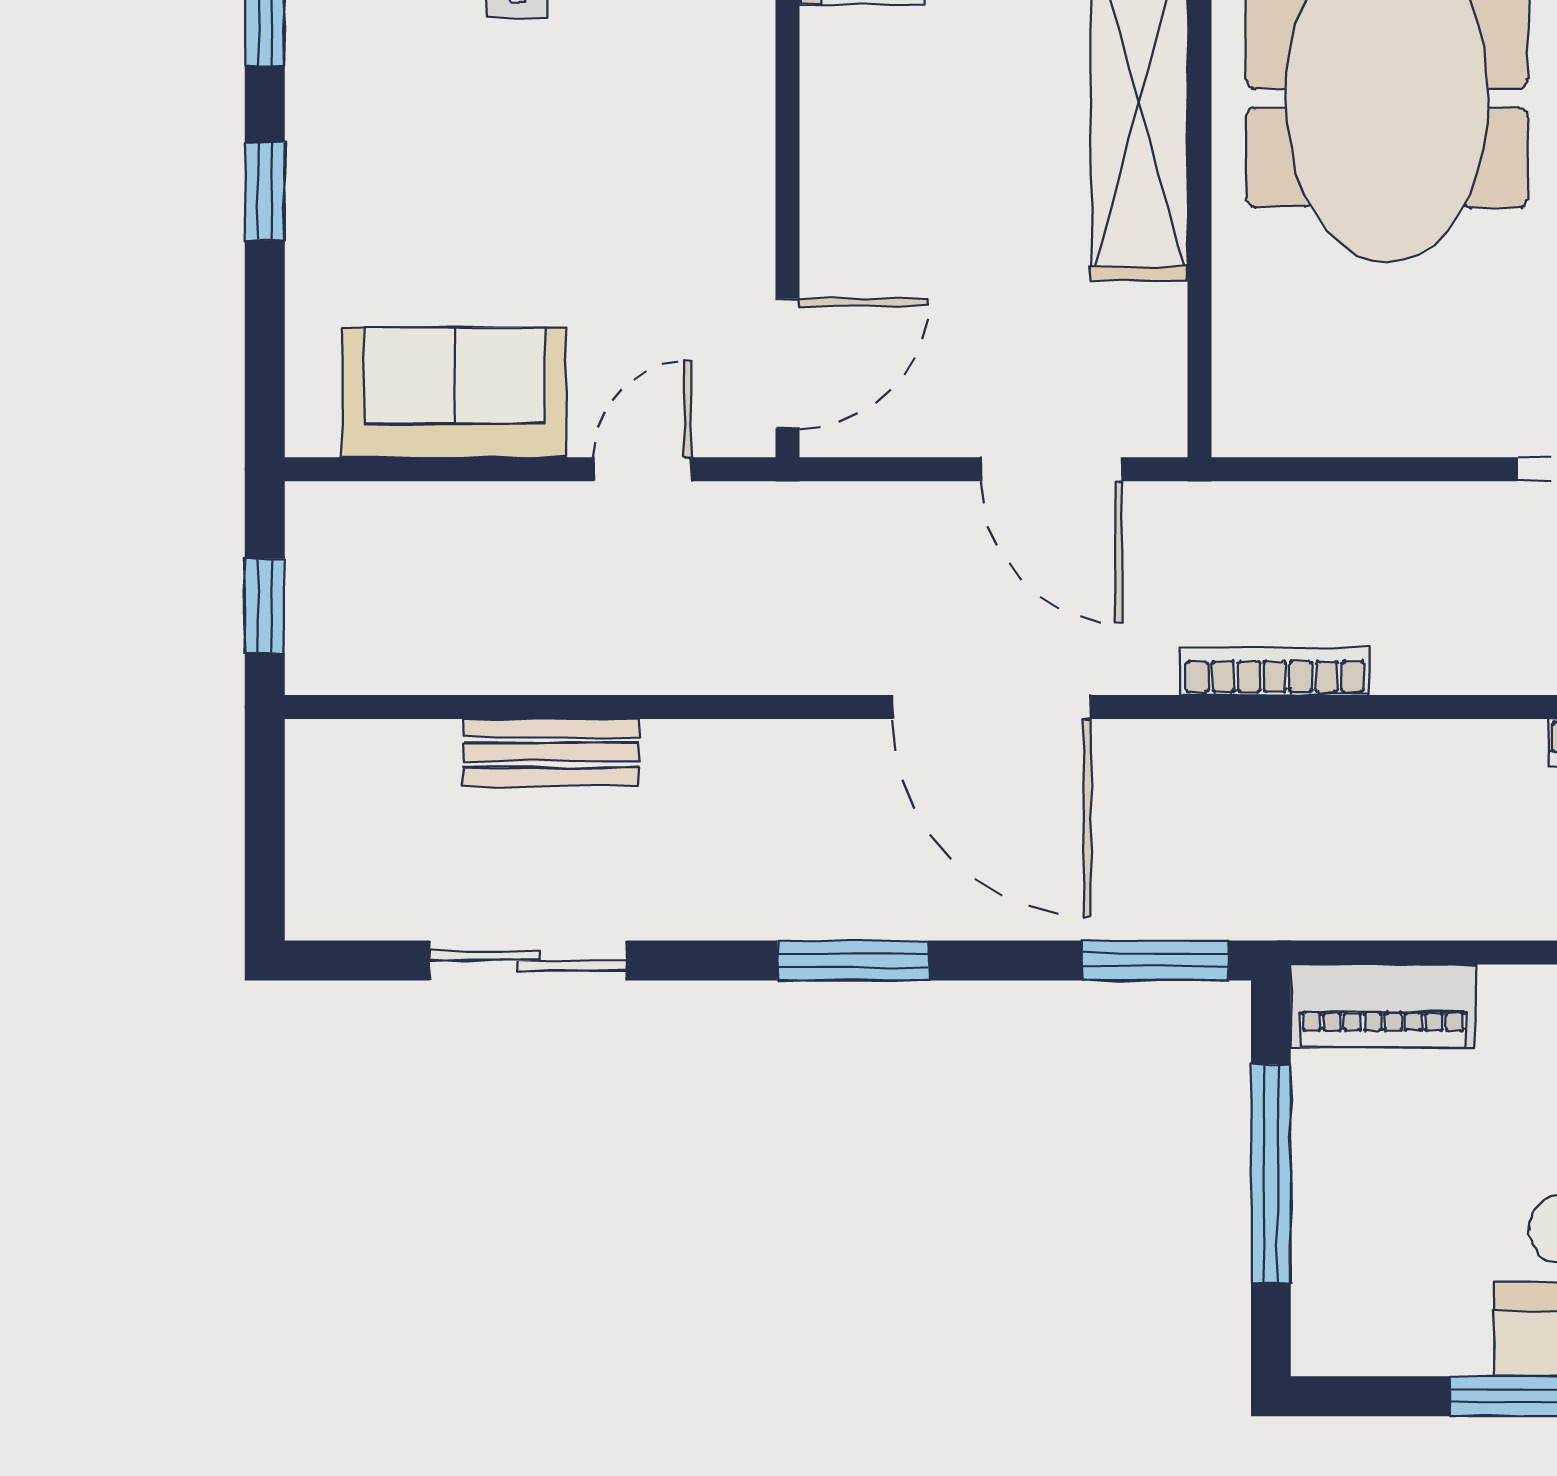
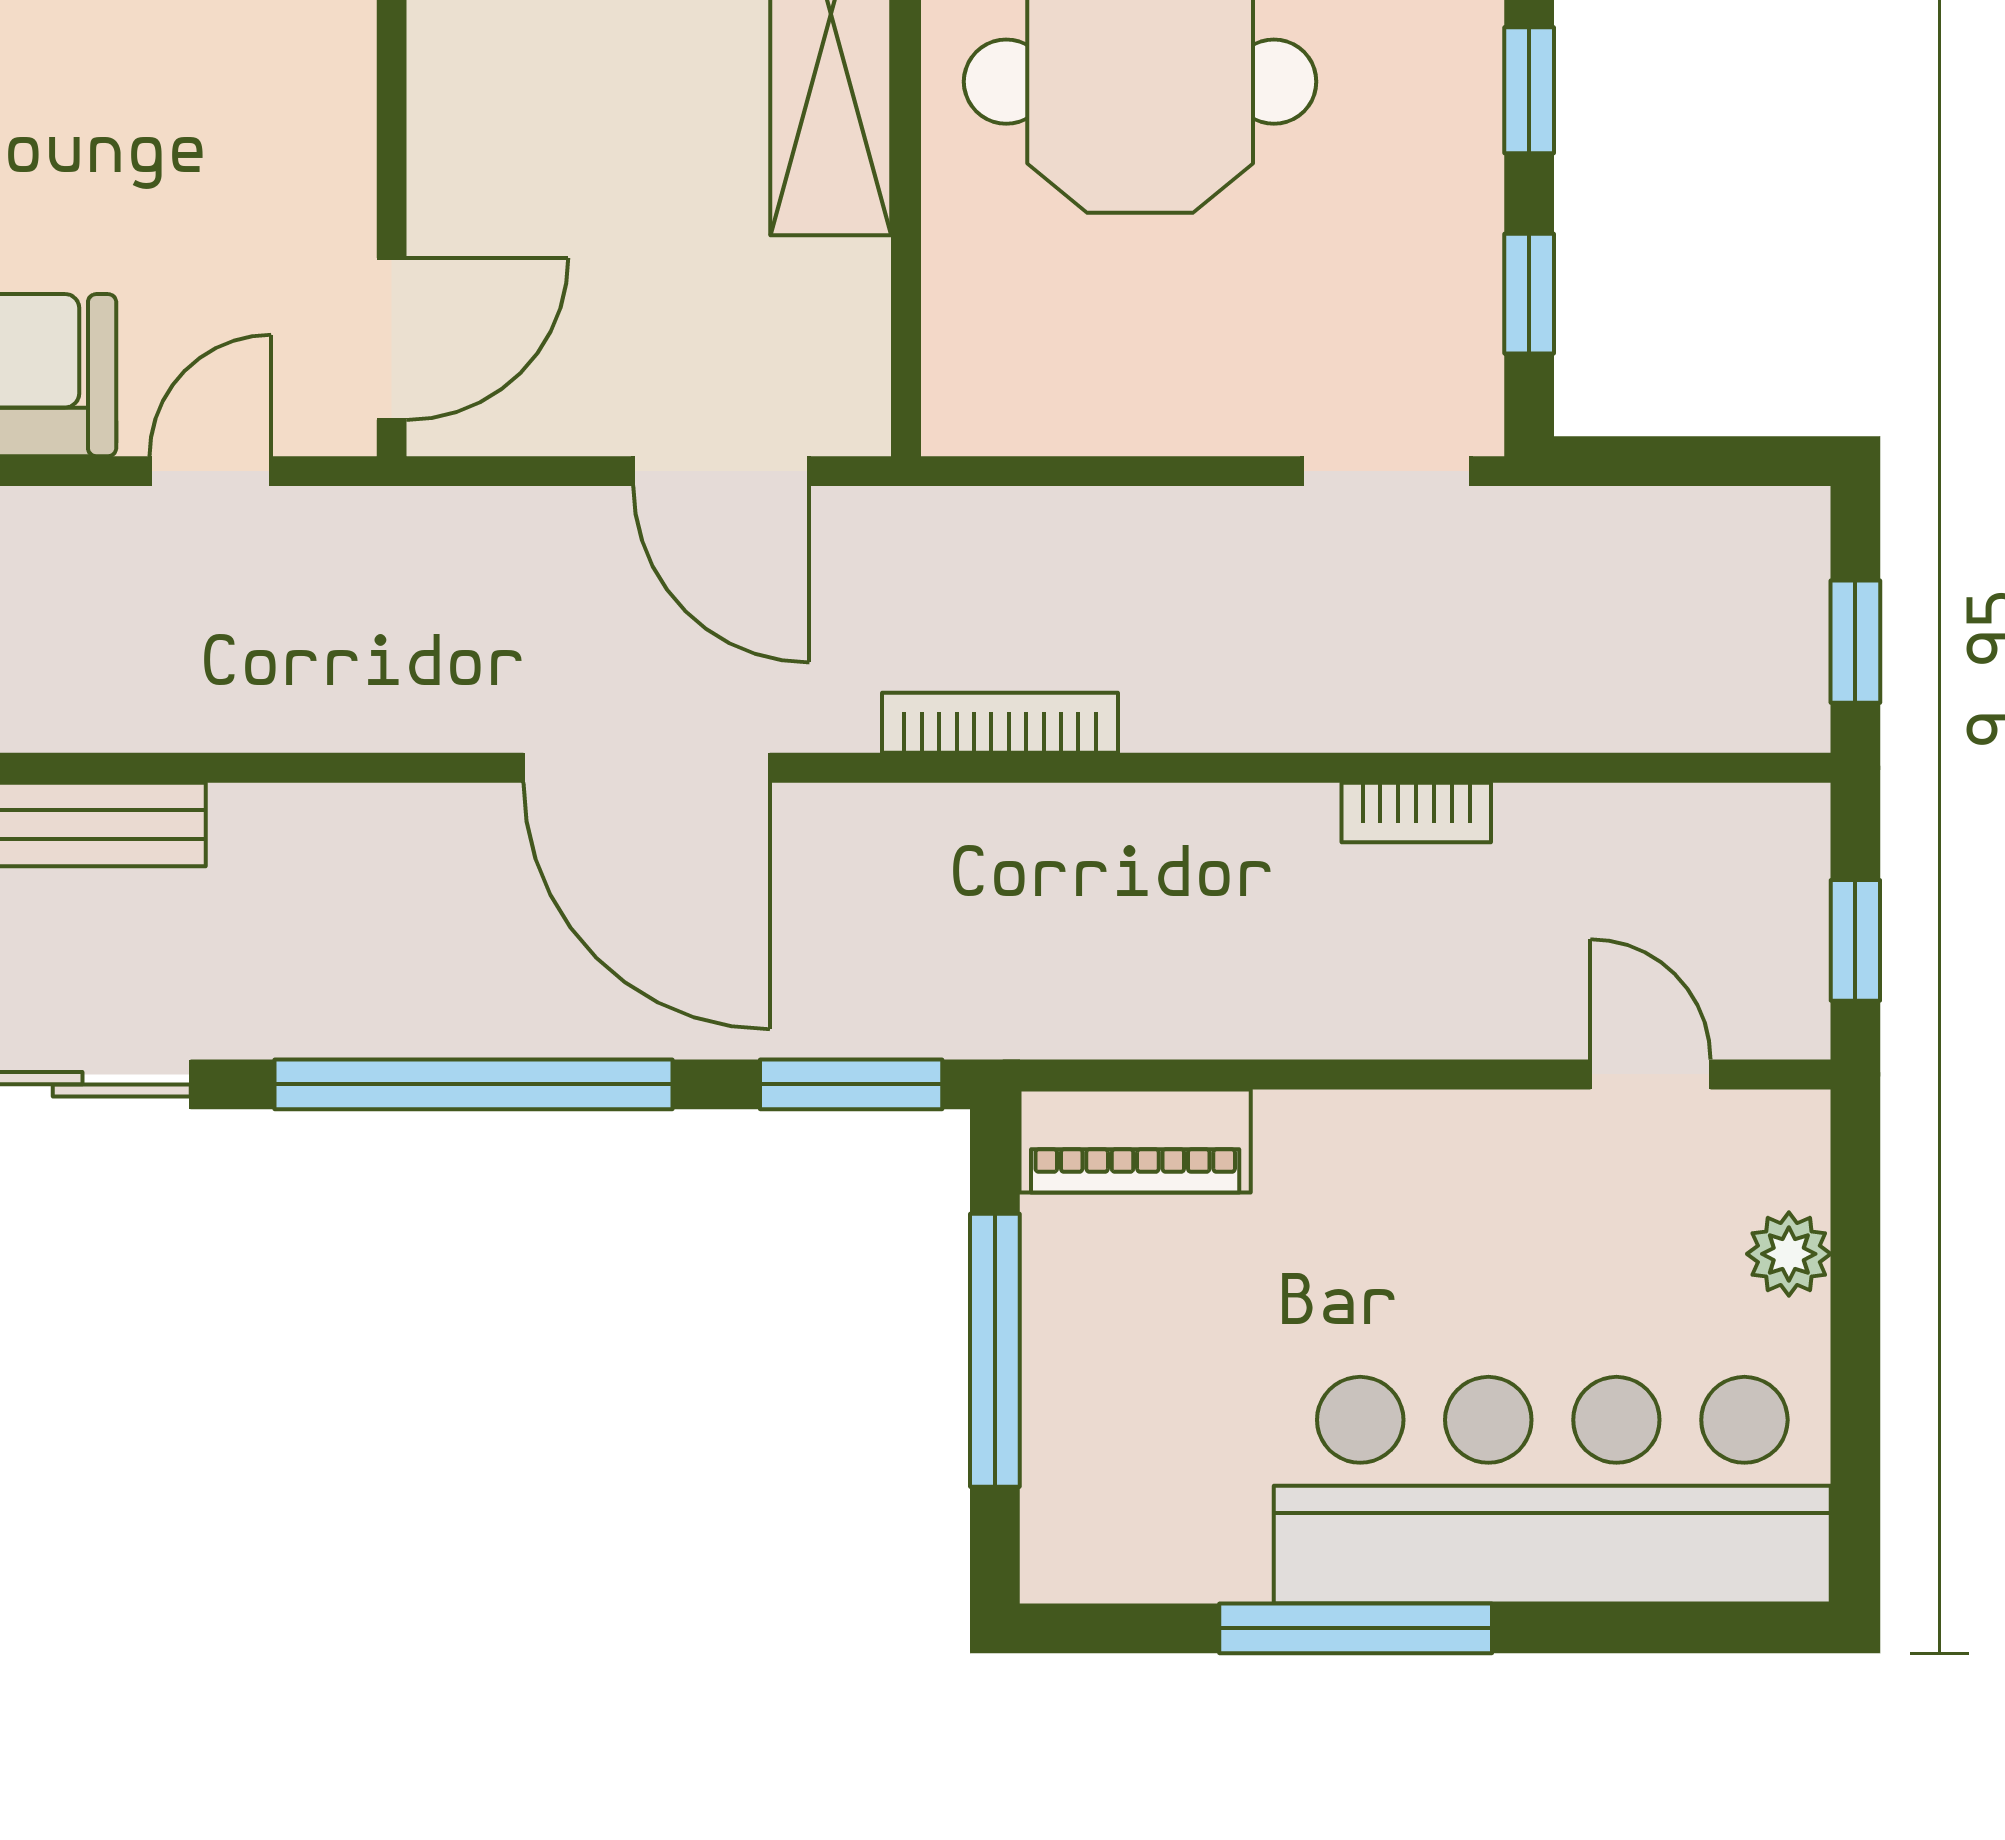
window: (853, 961) -> (473, 1084), width x2.11

